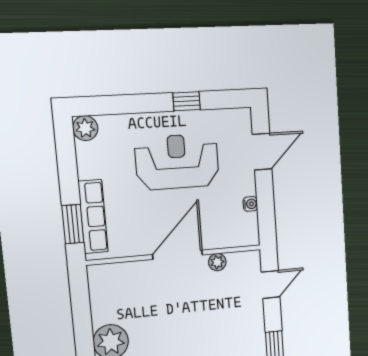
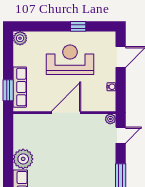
plant: (217, 262) -> (110, 119), moved

